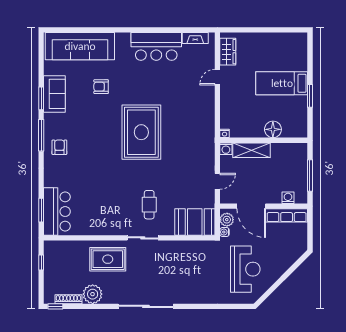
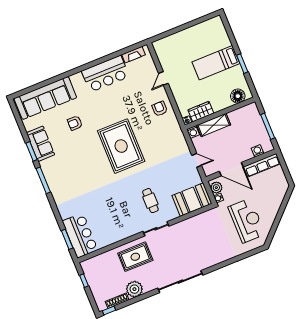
wardrobe: (228, 52) -> (201, 112), moved, turned -90
floor lamp: (273, 129) -> (238, 96), moved
armchair: (59, 147) -> (160, 109), moved
door: (217, 181) -> (197, 160), hinge flipped

